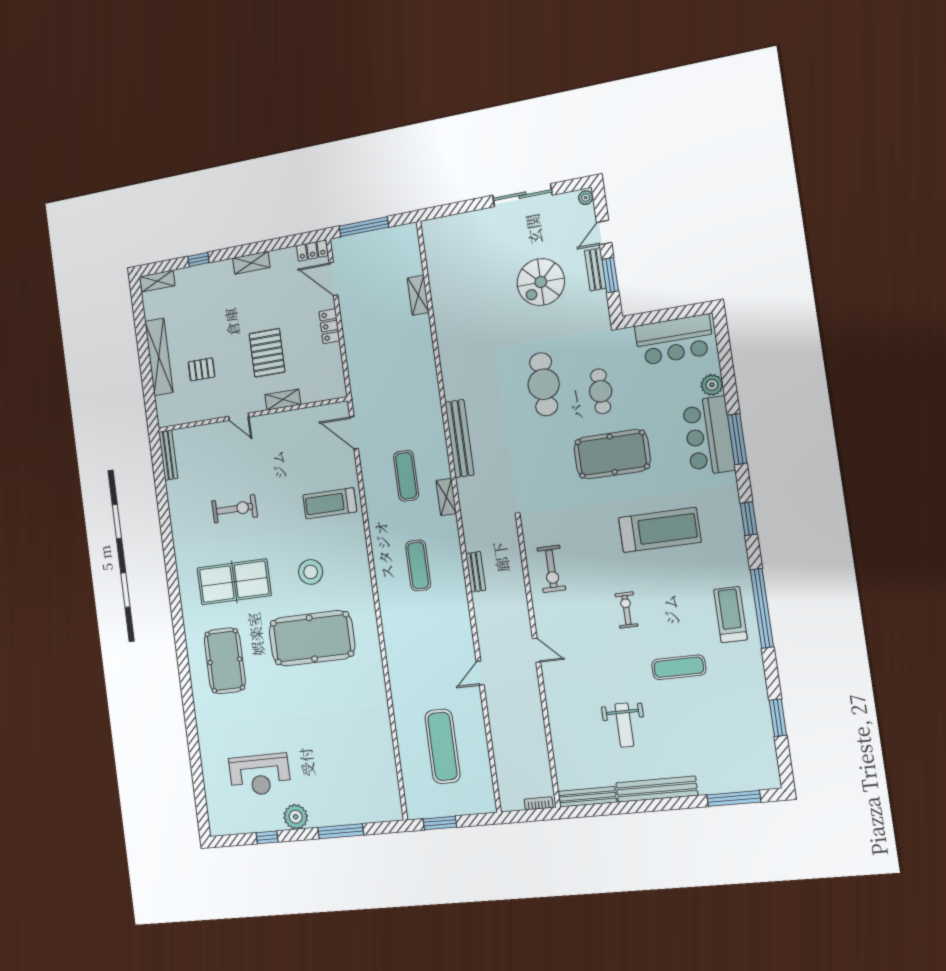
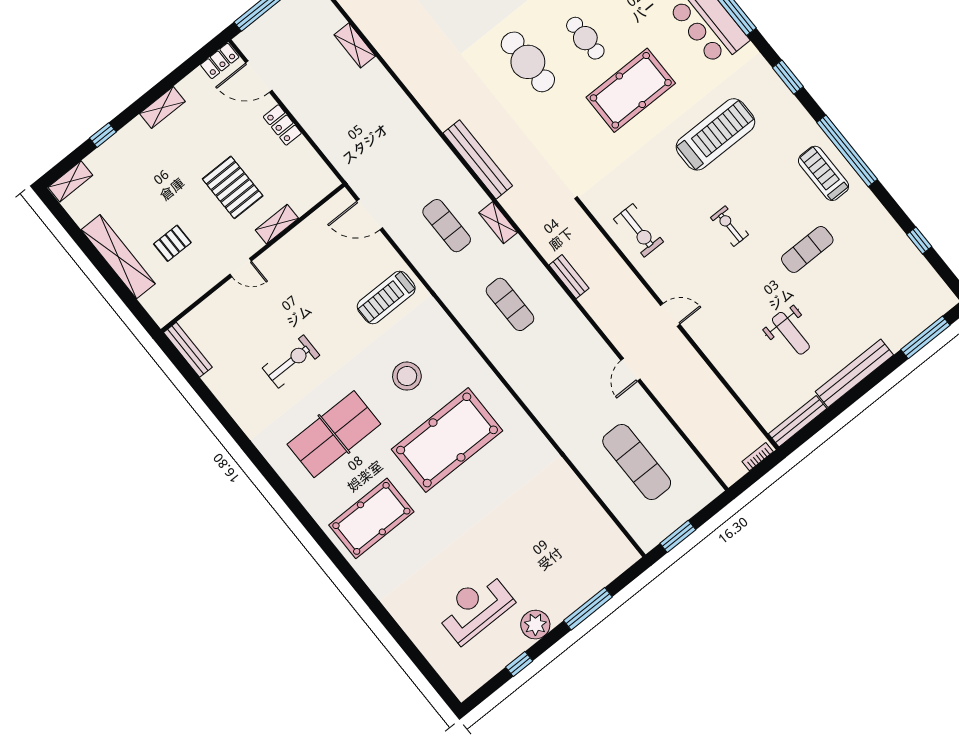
pool table: (225, 661) -> (371, 518), turned 90
window: (778, 718) -> (919, 241), width x0.67
reception desk: (260, 775) -> (475, 608), turned 180

